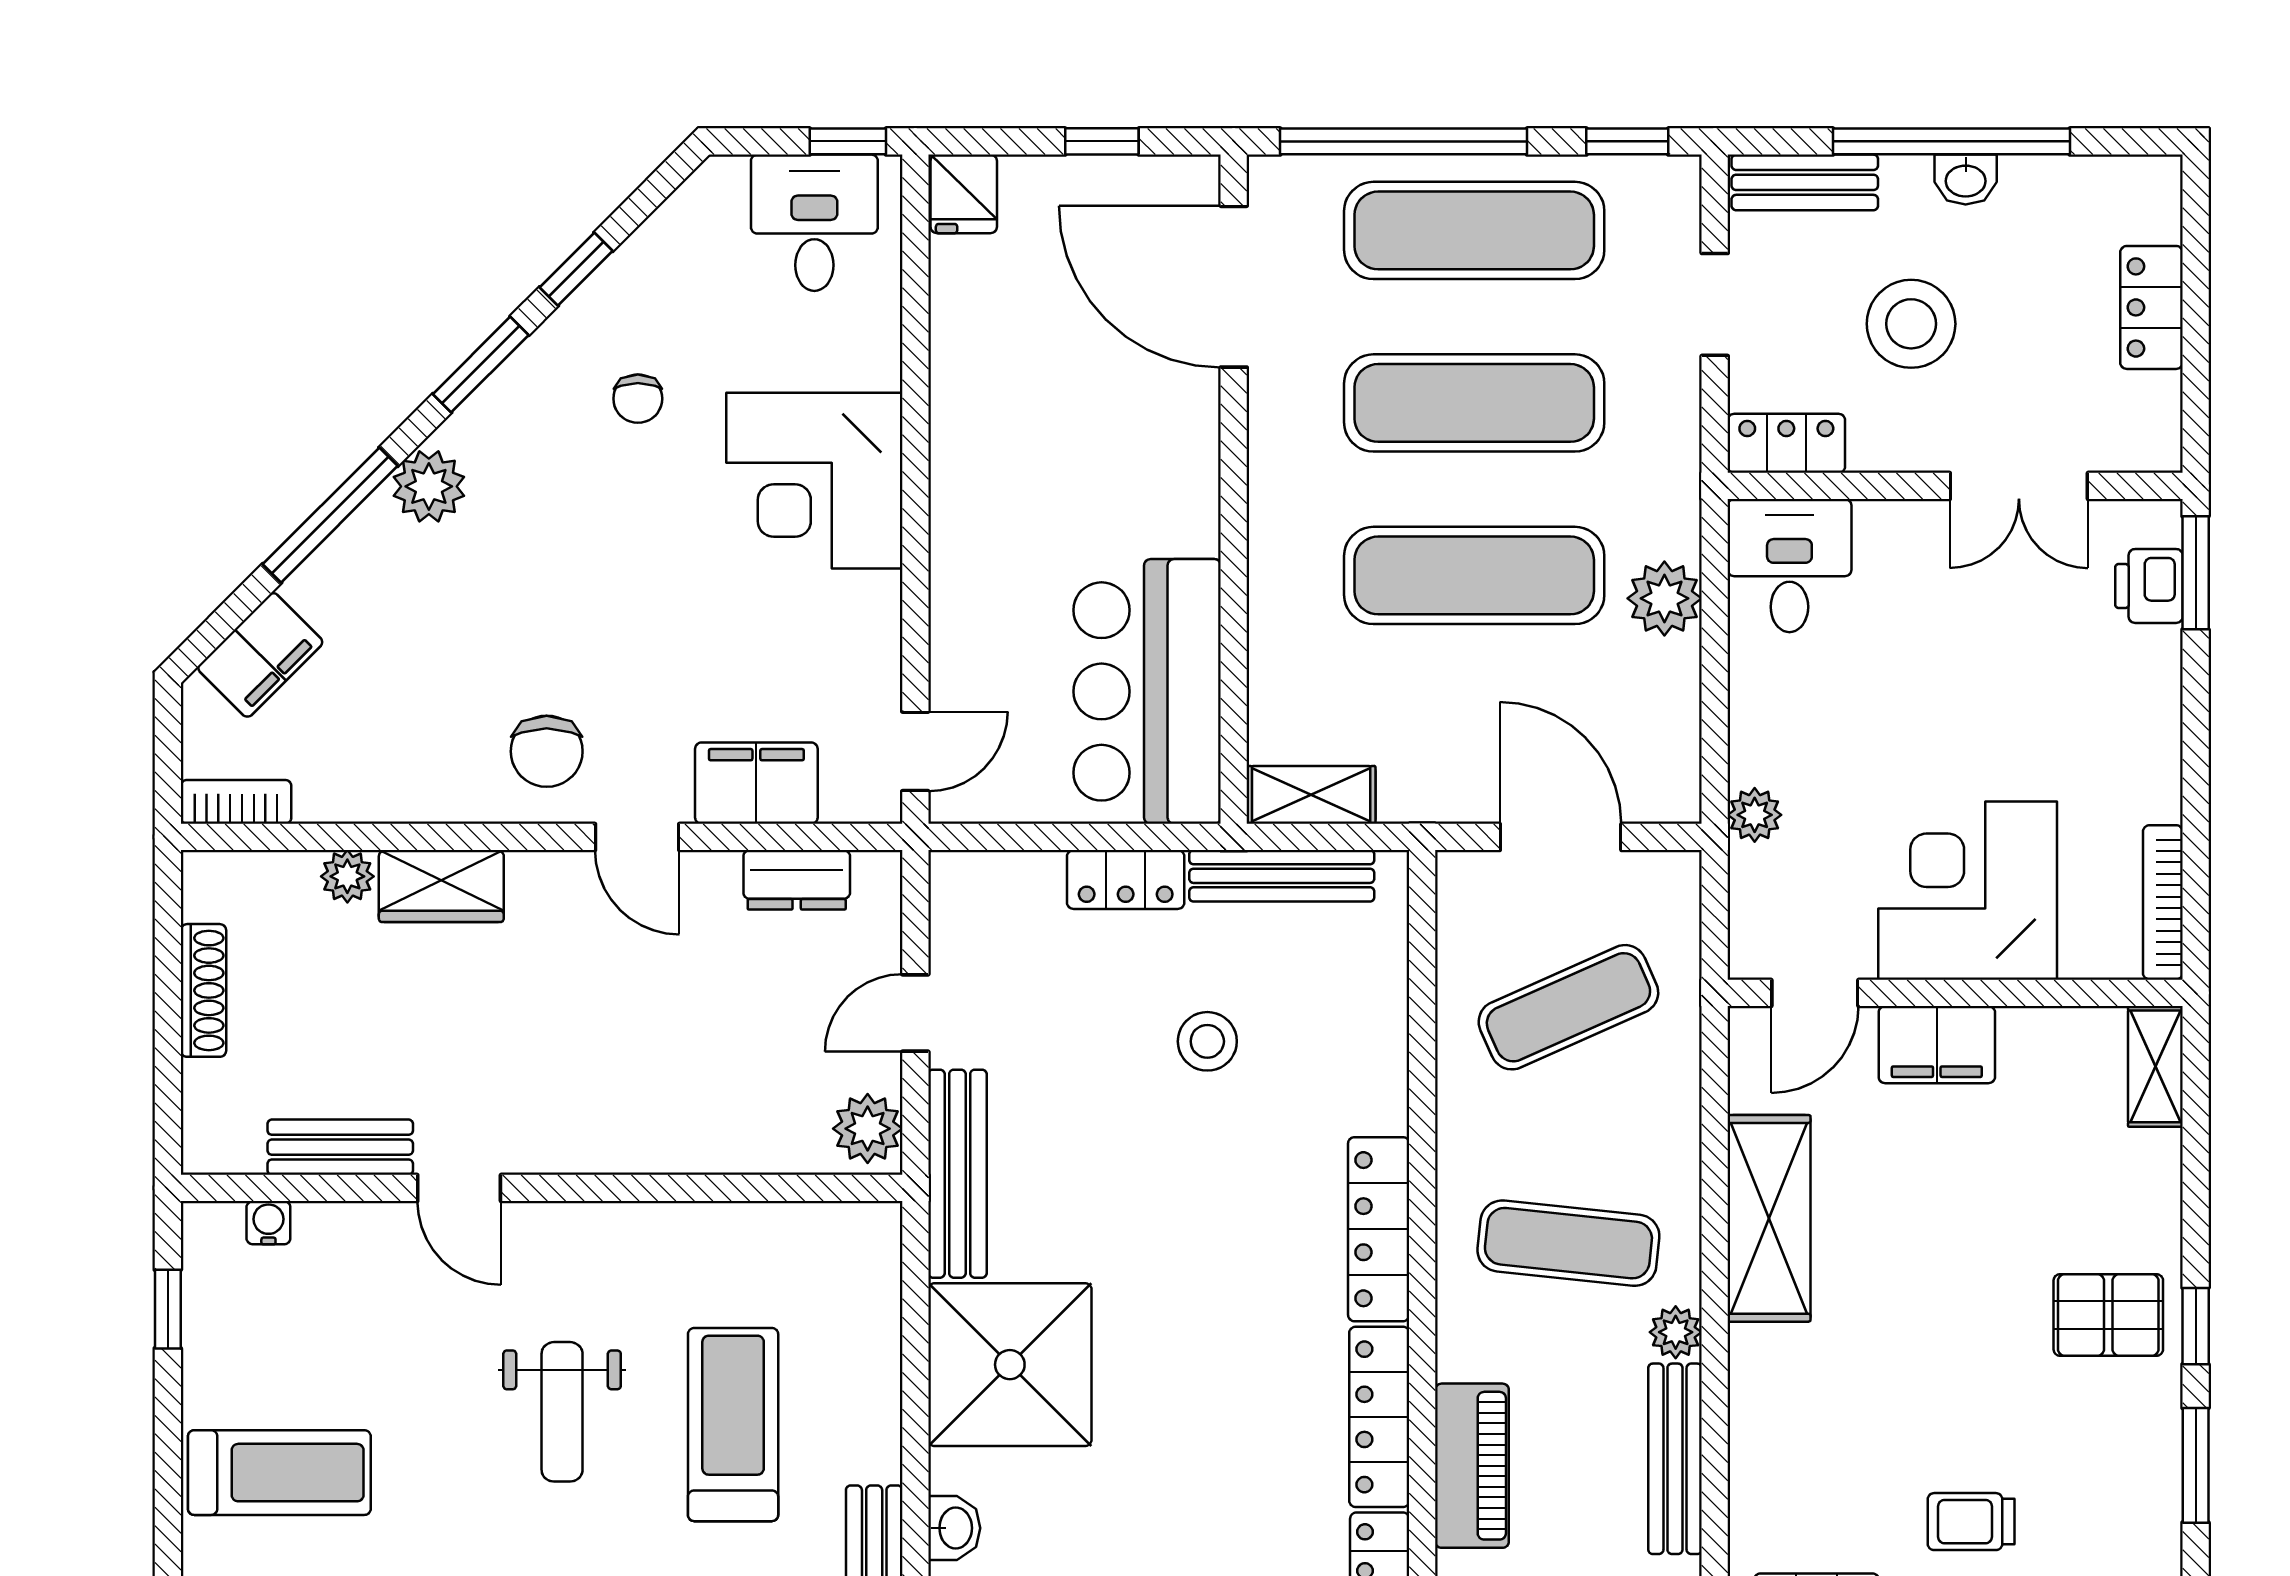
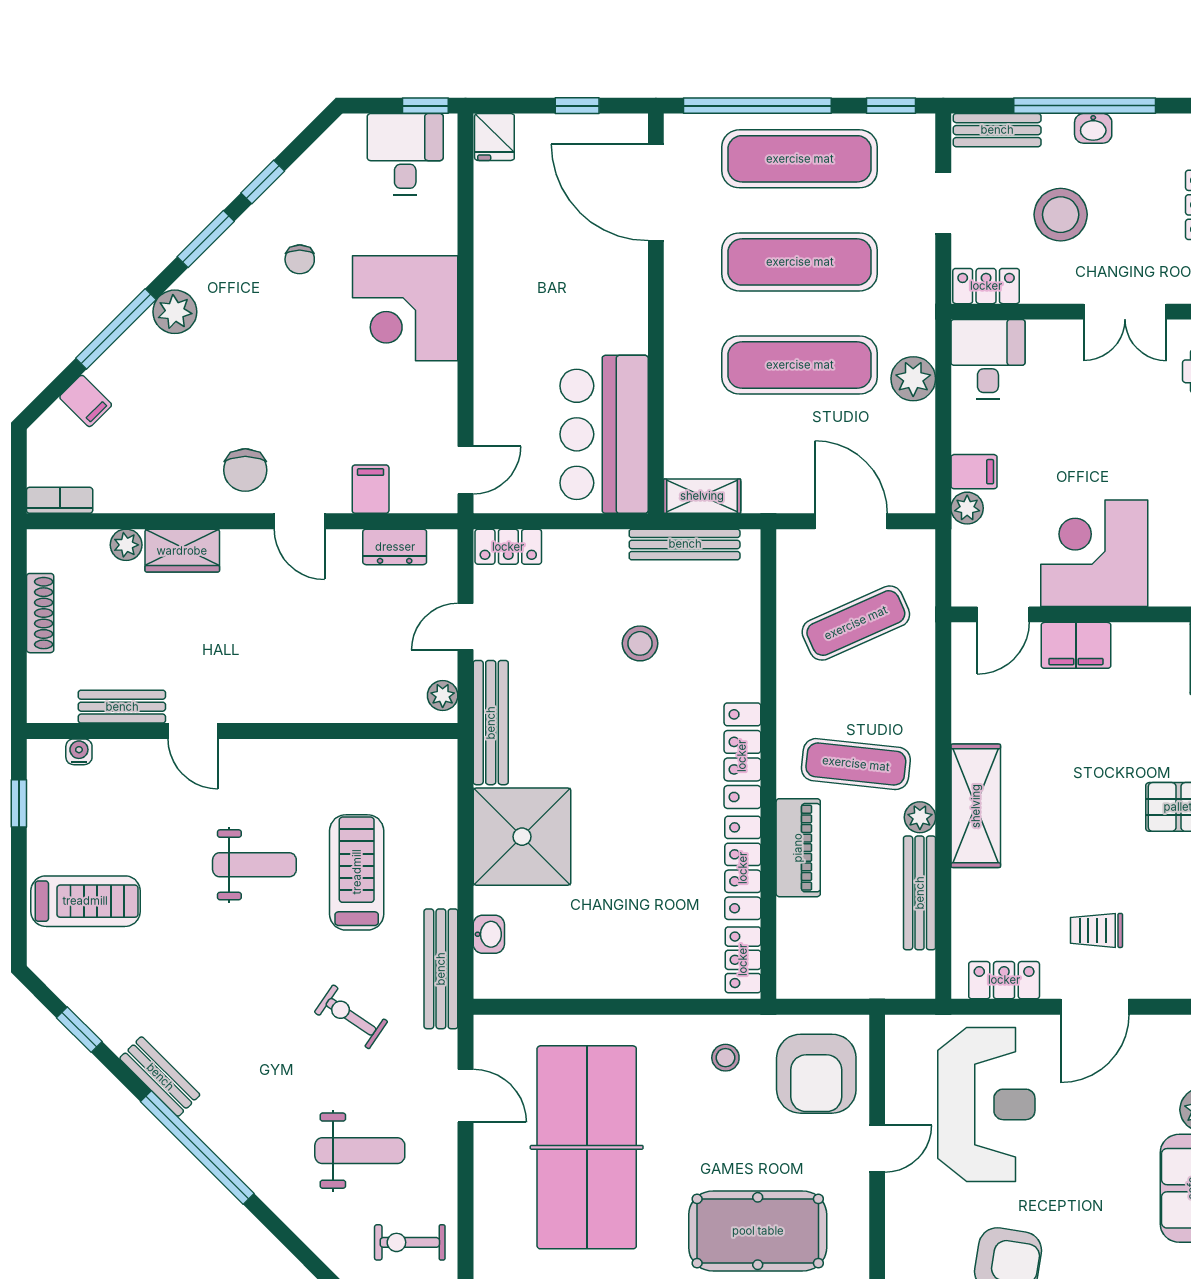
filing cabinet: (260, 655) -> (86, 401), width x0.50
filing cabinet: (1766, 754) -> (974, 472), added
filing cabinet: (756, 783) -> (371, 489), width x0.50
locker: (1126, 879) -> (508, 547), moved
plant: (868, 1129) -> (443, 696), width x0.73, depth x0.73
shelving: (1769, 1218) -> (976, 806), moved
weight bench: (562, 1412) -> (254, 865), turned -90
piano: (1472, 1466) -> (798, 848), moved

